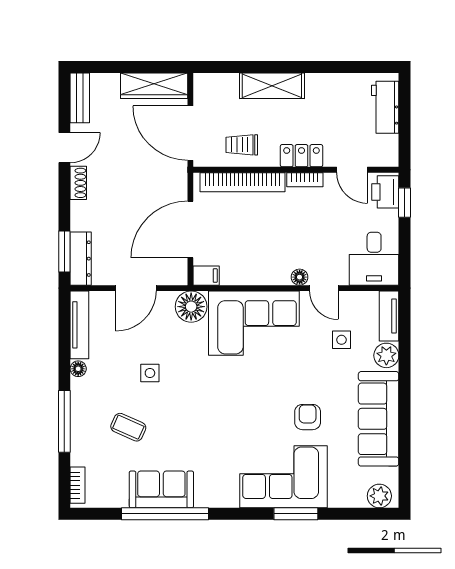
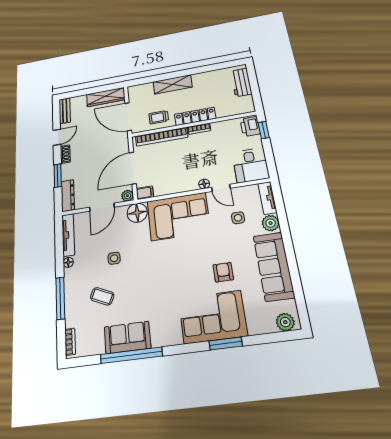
locker: (301, 156) -> (195, 116), width x1.53
door: (352, 170) -> (227, 118), removed
window: (64, 252) -> (58, 176), moved
plant: (178, 276) -> (127, 196), added

